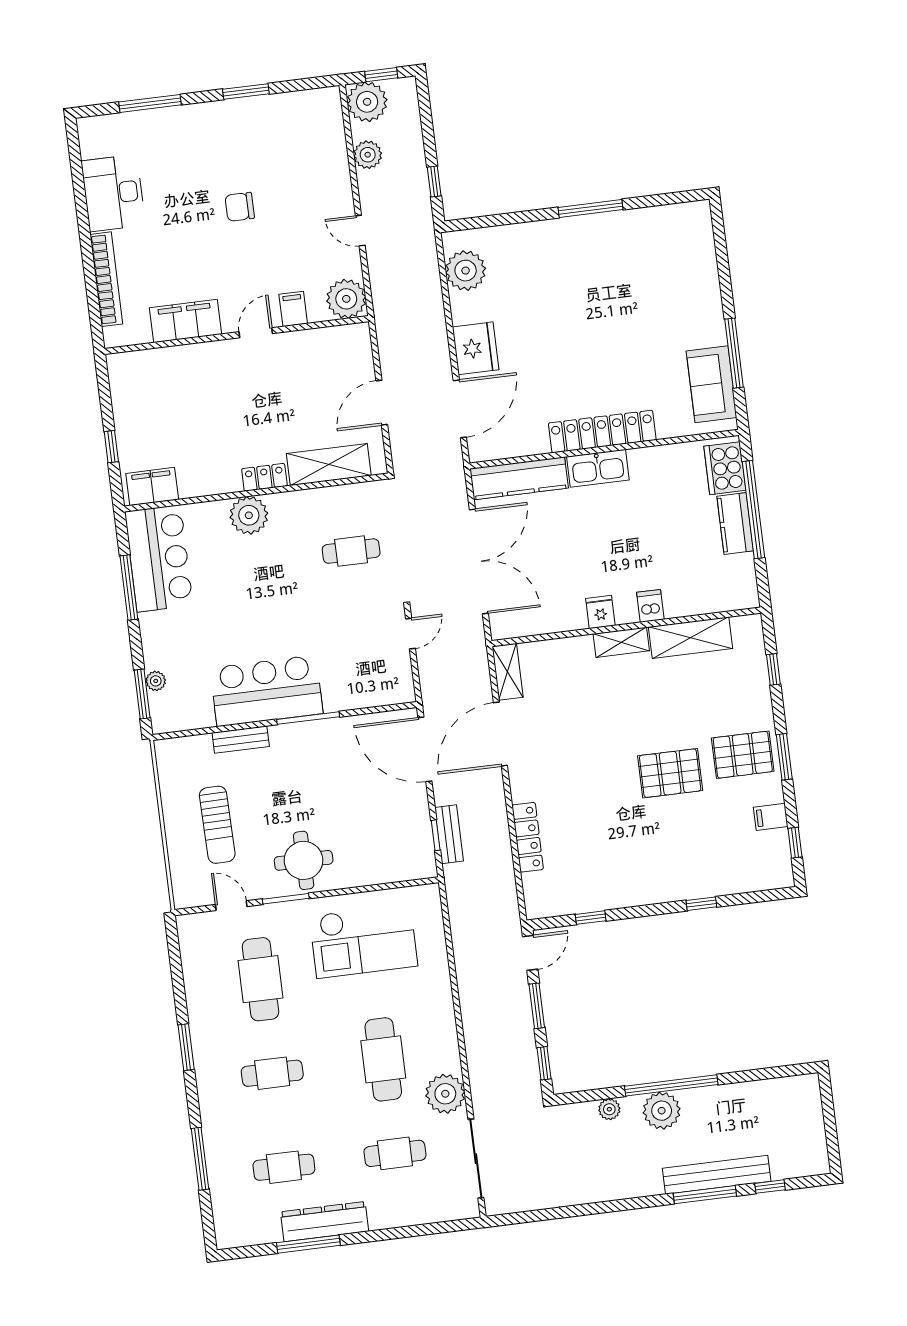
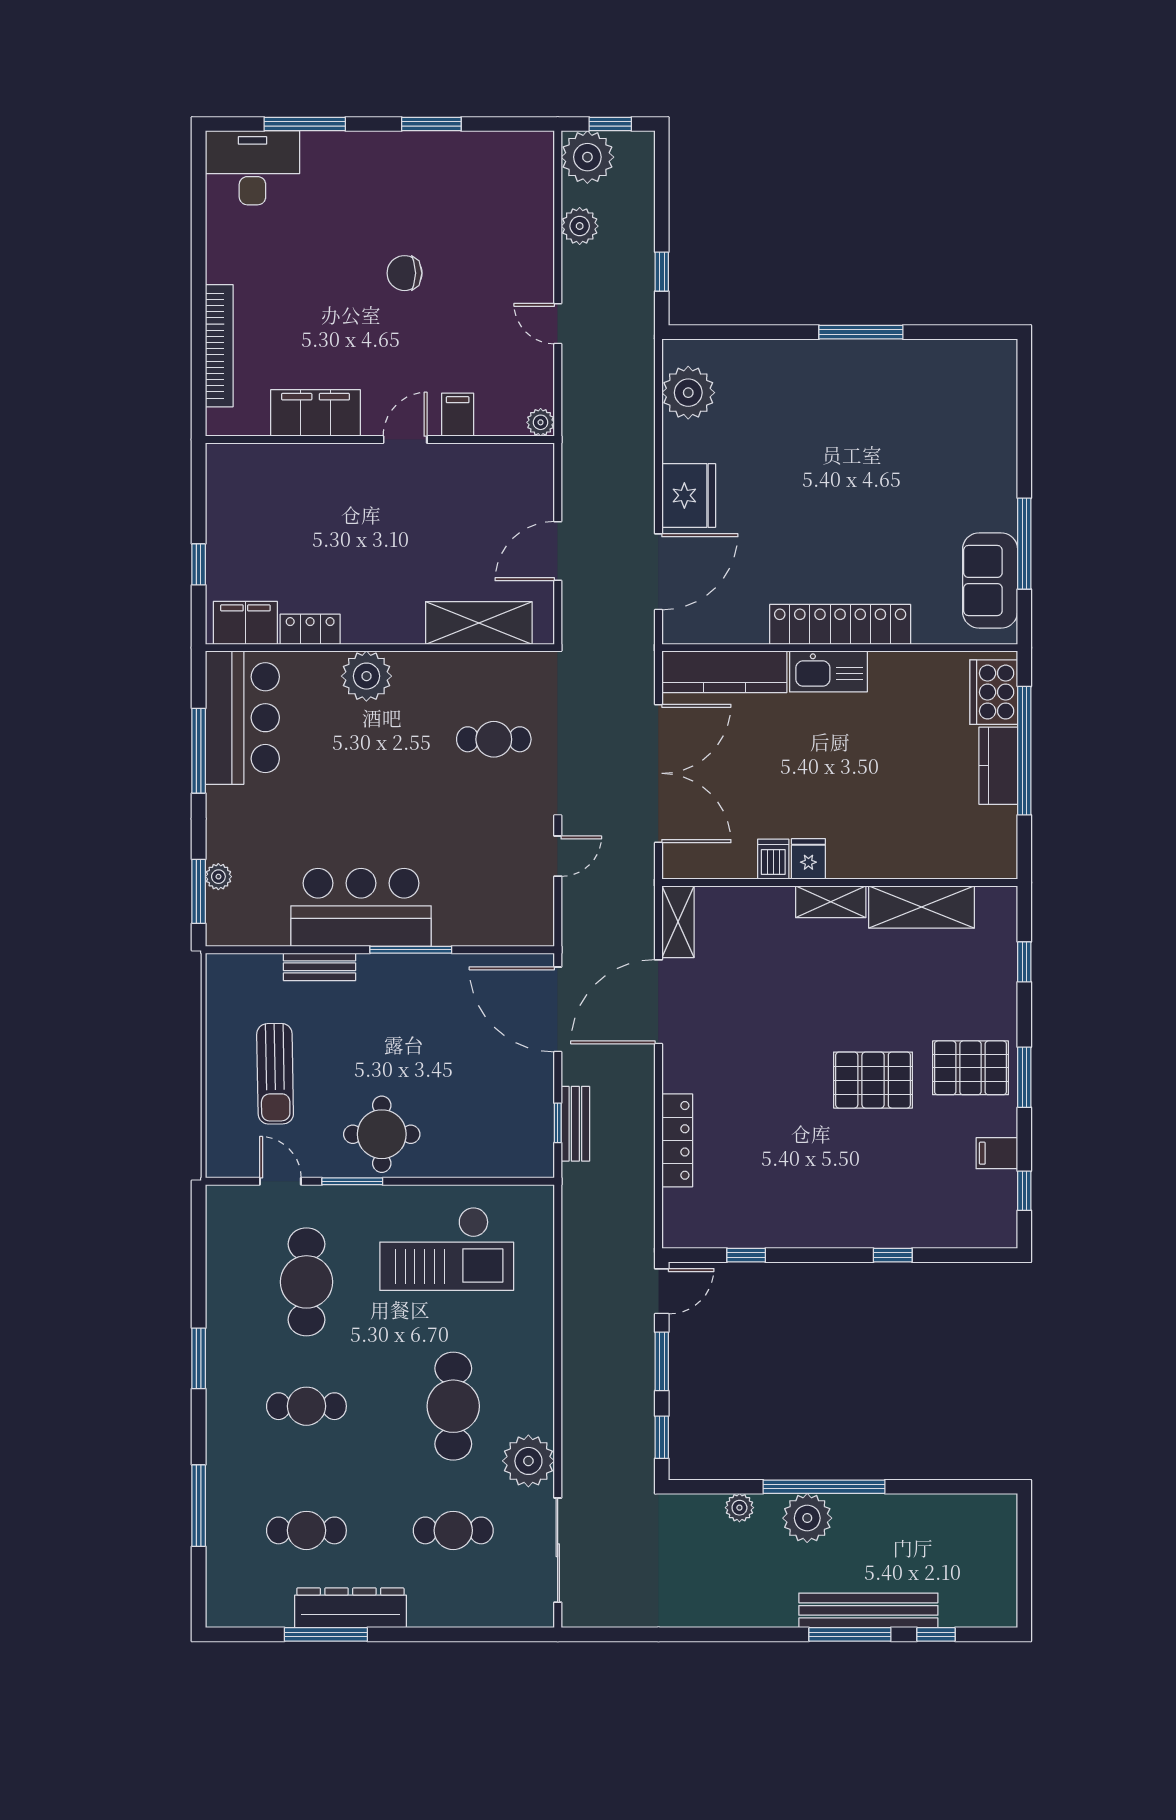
desk: (113, 193) -> (252, 168), moved, turned 90
plant: (346, 299) -> (541, 422), width x0.53, depth x0.53
locker: (264, 477) -> (310, 629), moved
dishwasher: (650, 606) -> (773, 859), moved

